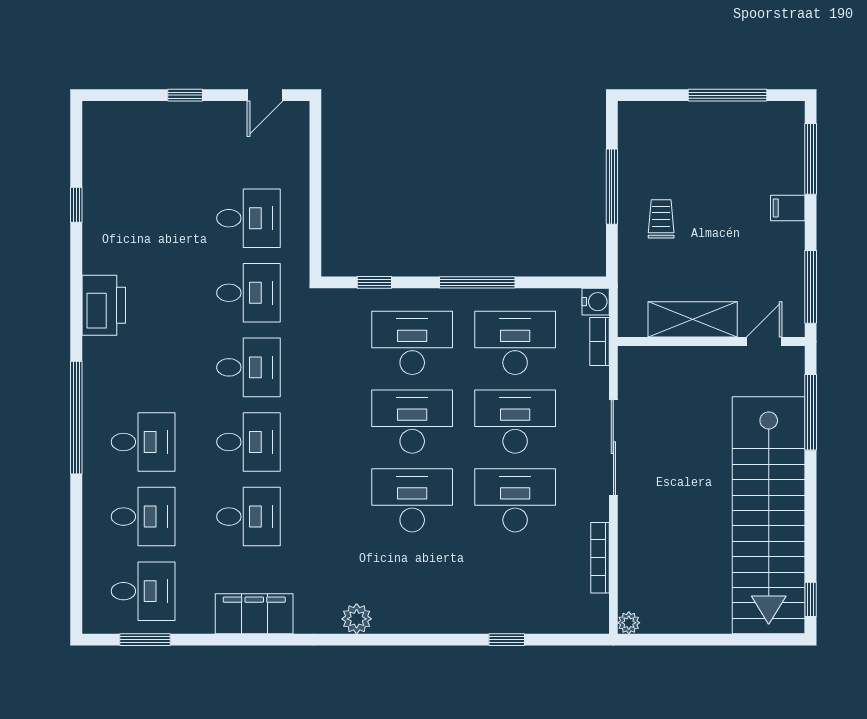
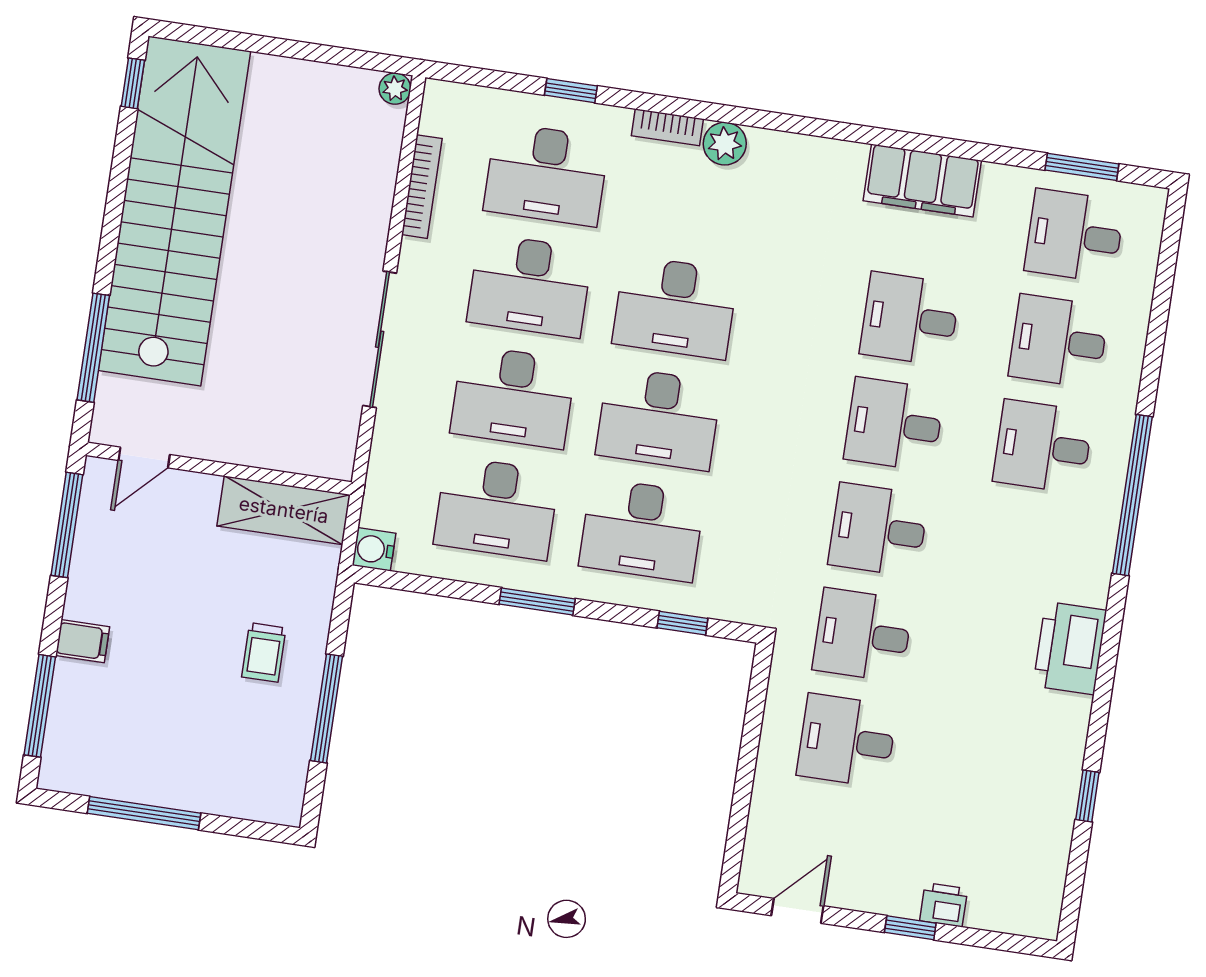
printer: (164, 115) -> (944, 905), added
window: (477, 282) -> (537, 601), width x0.69
shelving: (693, 319) -> (284, 510), moved
bookcase: (599, 342) -> (667, 127), moved, turned 90
desk: (515, 579) -> (546, 174), added
plant: (357, 619) -> (725, 144), moved

